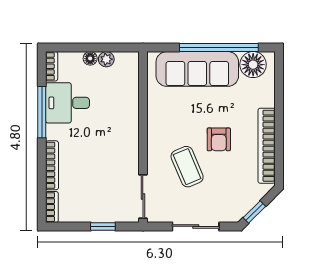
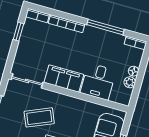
desk: (68, 103) -> (98, 82), moved, turned 180
filing cabinet: (126, 148) -> (64, 79), added
window: (103, 226) -> (18, 32), moved

